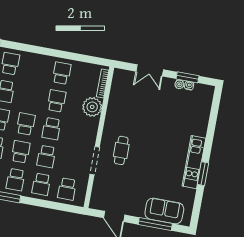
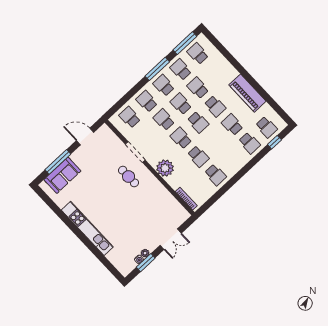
double door: (150, 70) -> (171, 239), swing flipped
plant: (92, 107) -> (165, 168), moved
school desk: (21, 152) -> (181, 104), turned 180
kitchen unit: (194, 162) -> (87, 228), width x1.36
window: (203, 174) -> (69, 223), removed

